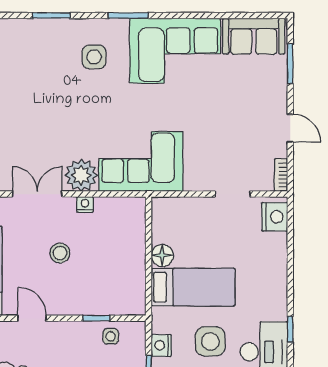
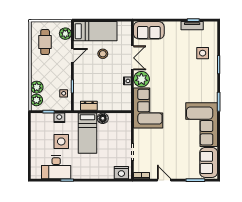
side table: (94, 57) -> (203, 53), moved
door: (290, 128) -> (164, 180), swing flipped
stool: (60, 253) -> (103, 54), moved
dresser: (136, 284) -> (89, 106), added

